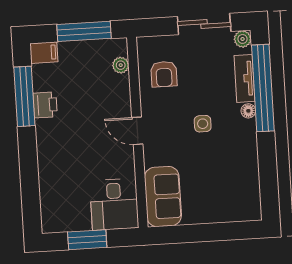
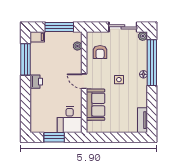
tv unit: (245, 78) -> (143, 120), moved
printer: (45, 105) -> (36, 82), moved
sofa: (163, 197) -> (96, 105), moved

